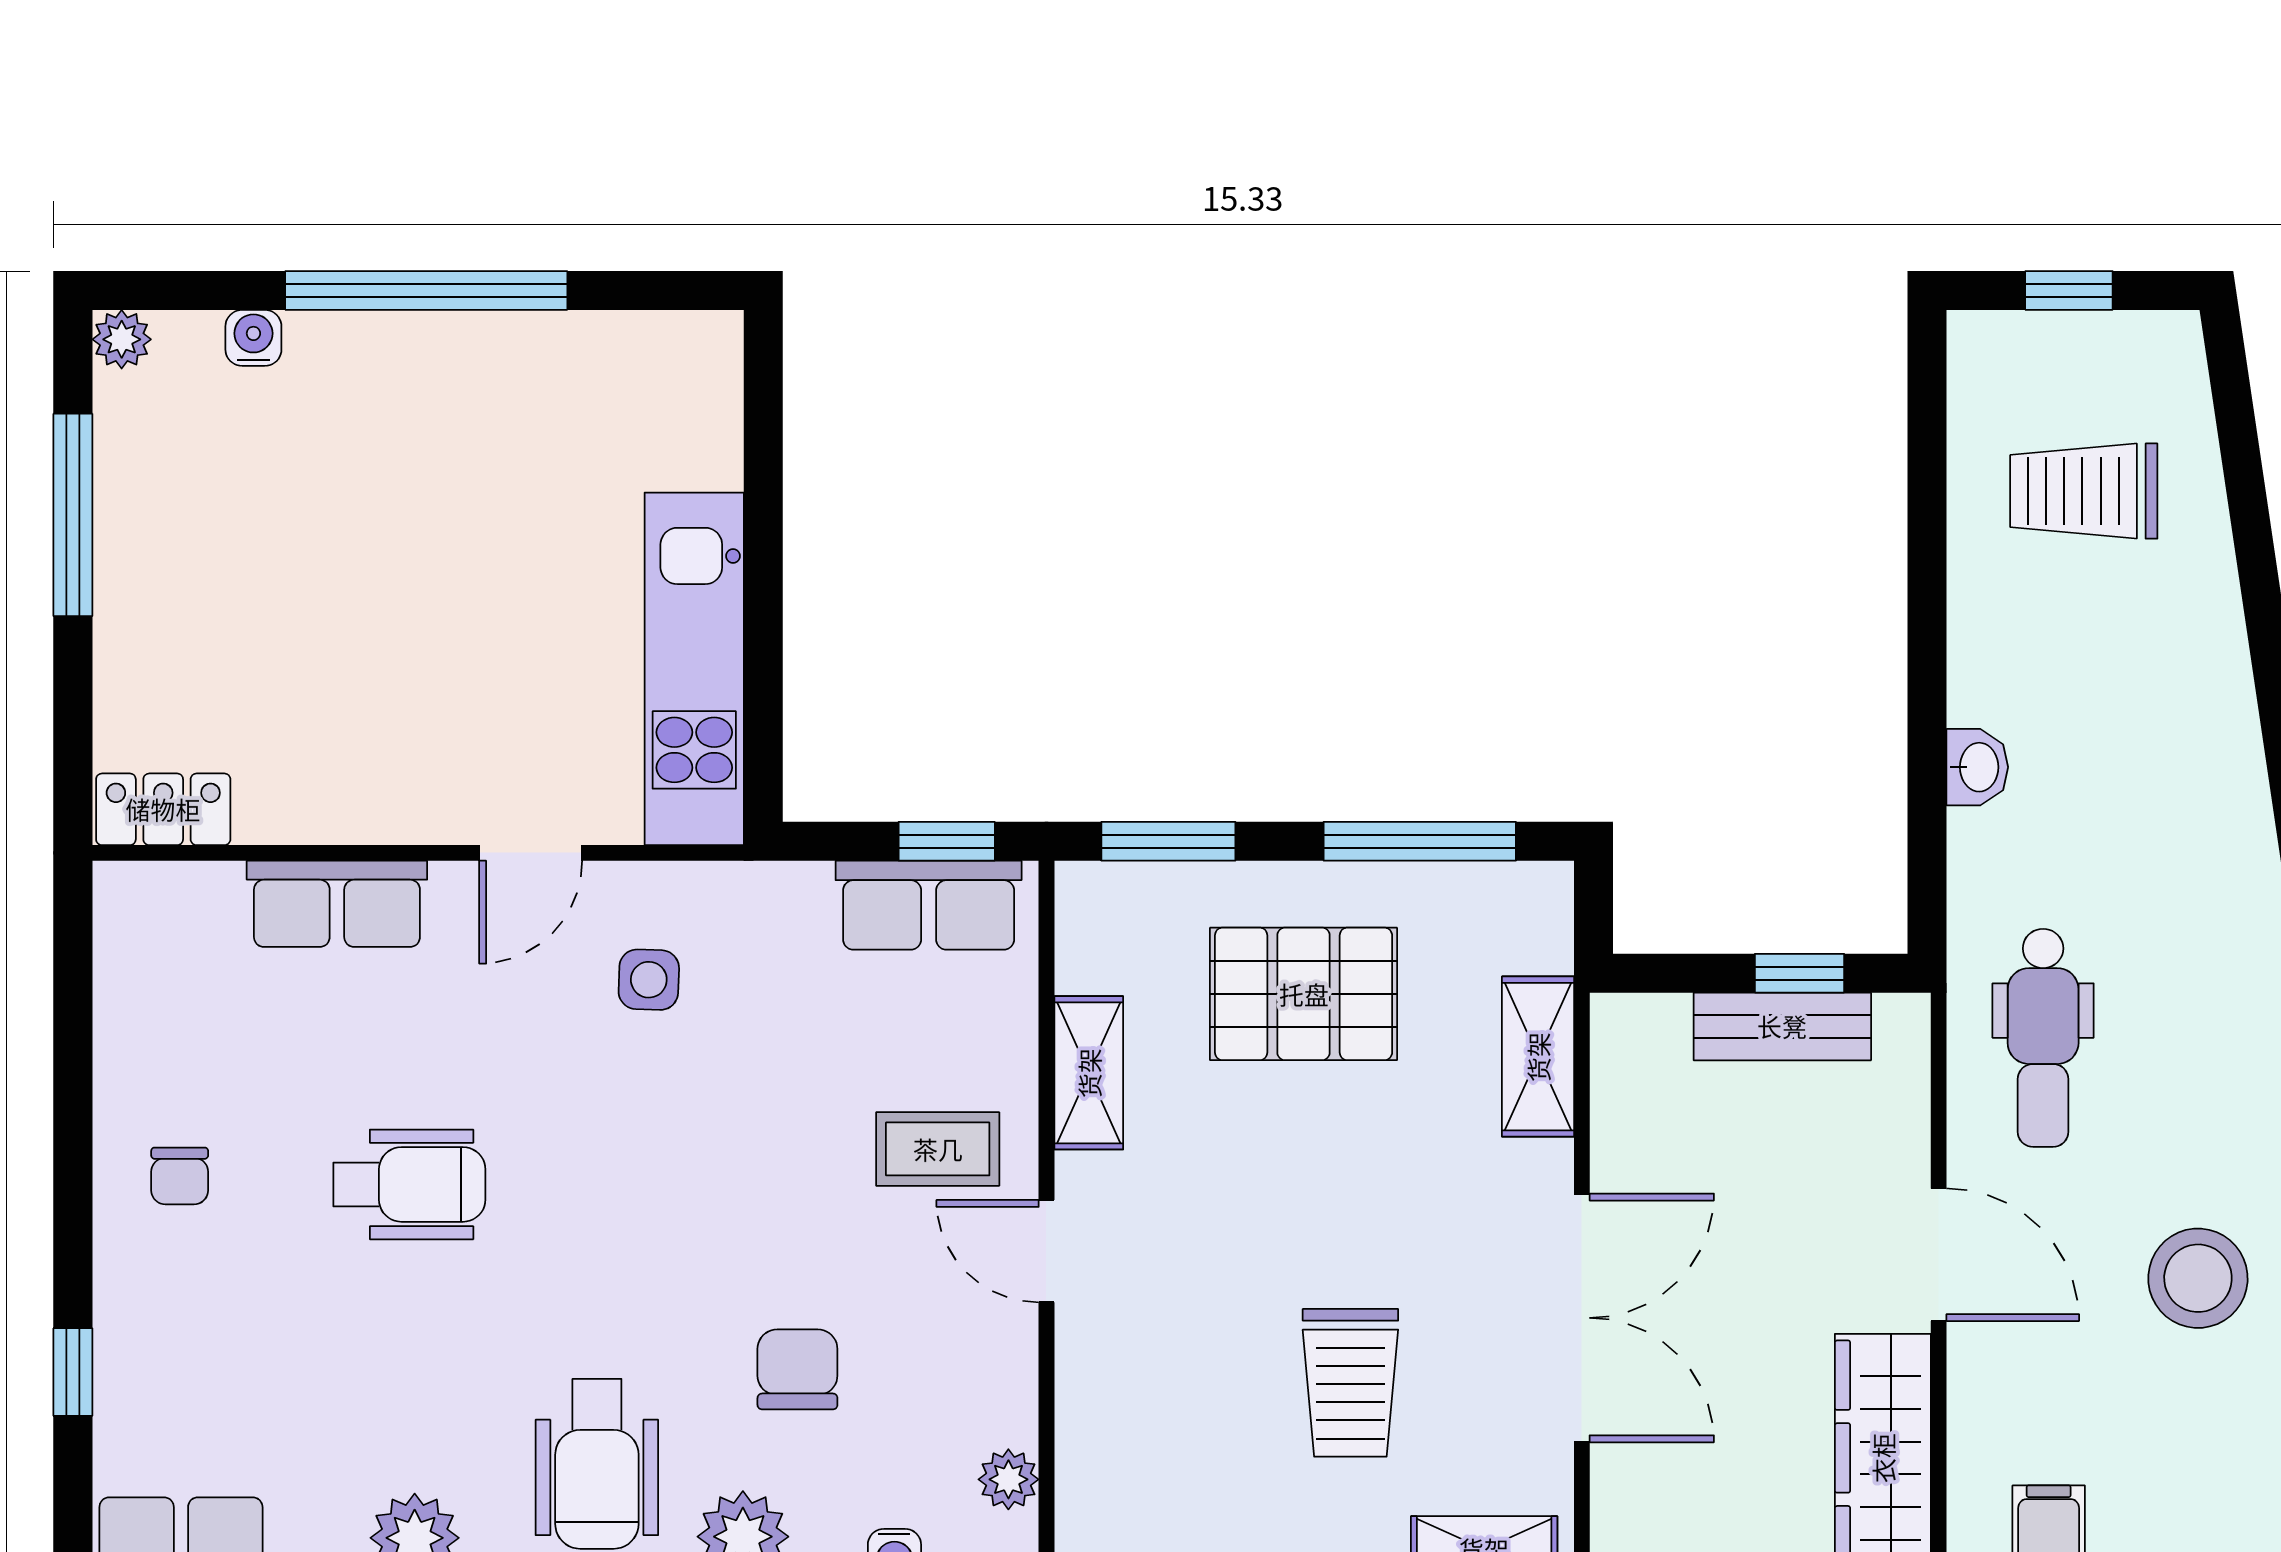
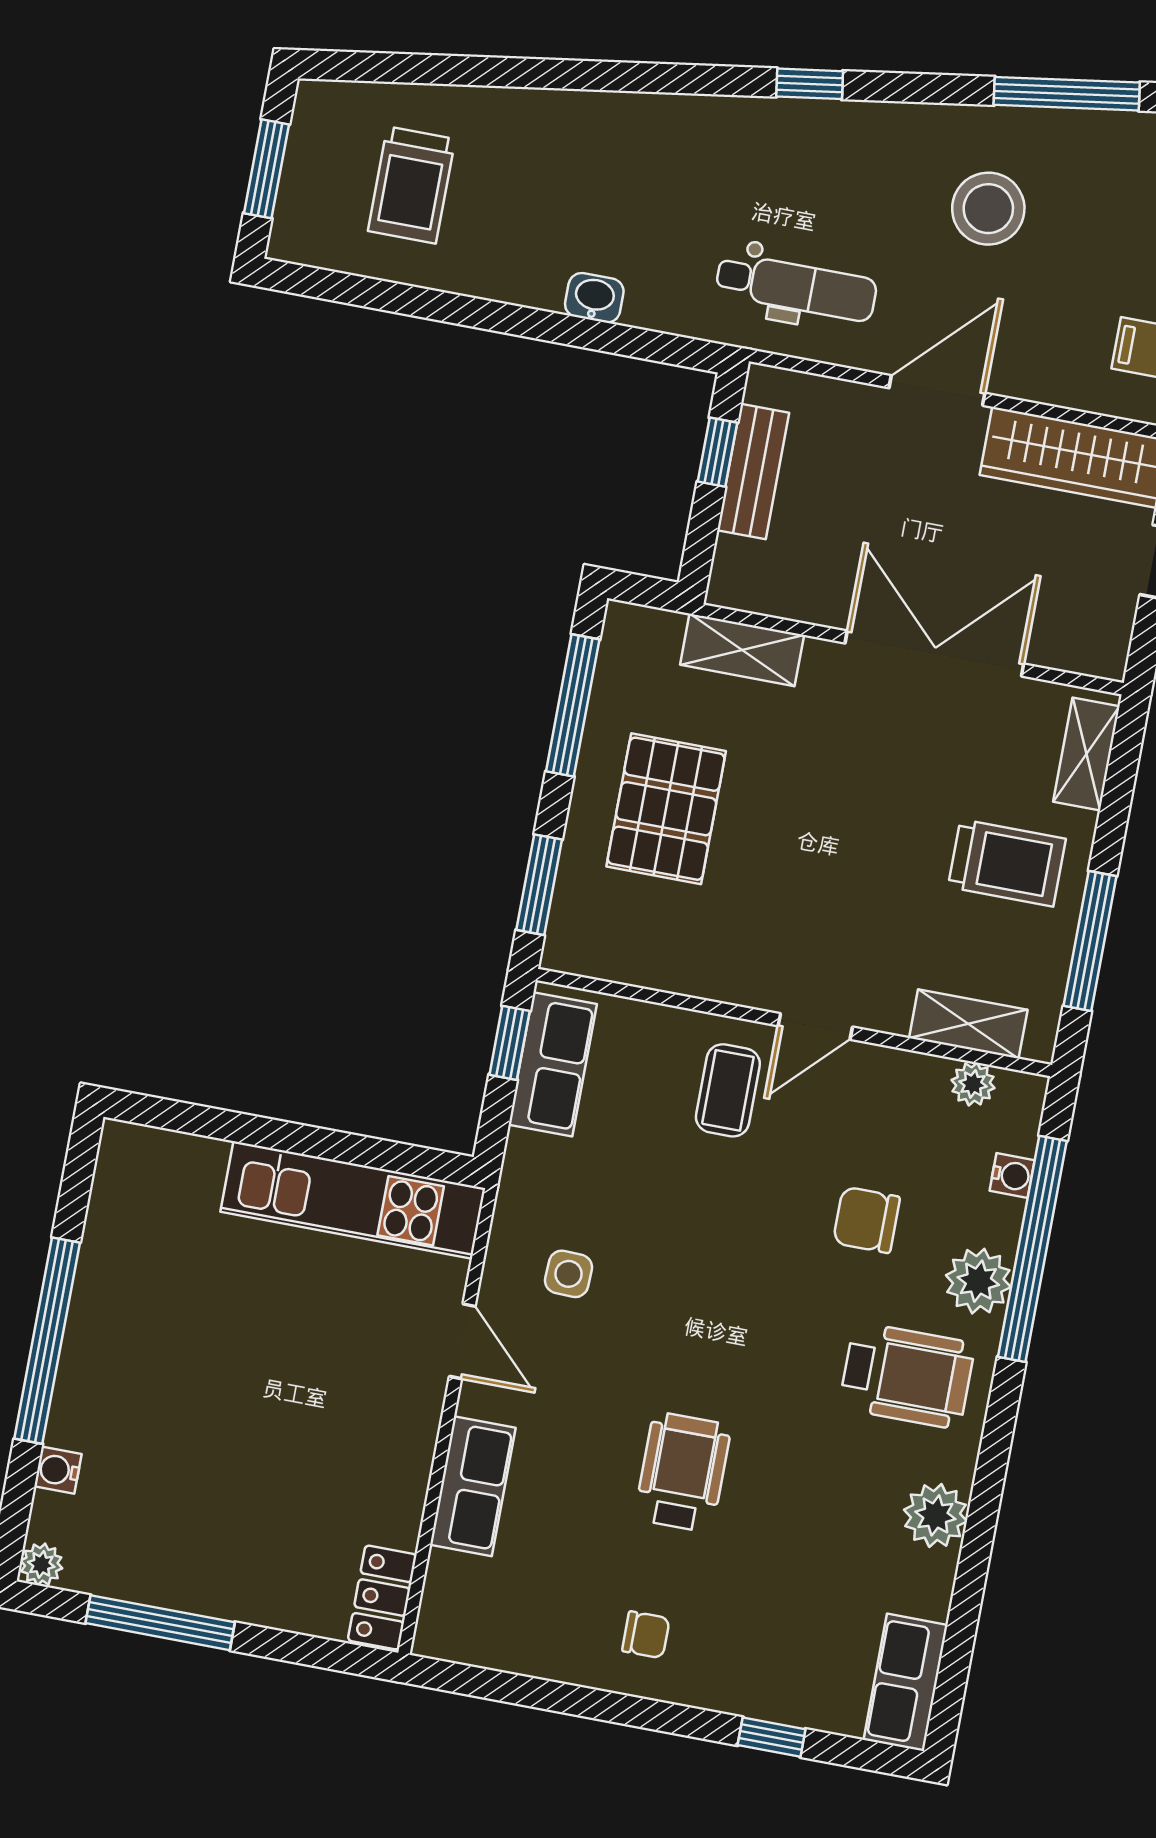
window: (2069, 290) -> (266, 169), width x1.50
shelving: (1089, 1073) -> (968, 1024), moved
trolley: (1350, 1383) -> (1007, 863), moved

